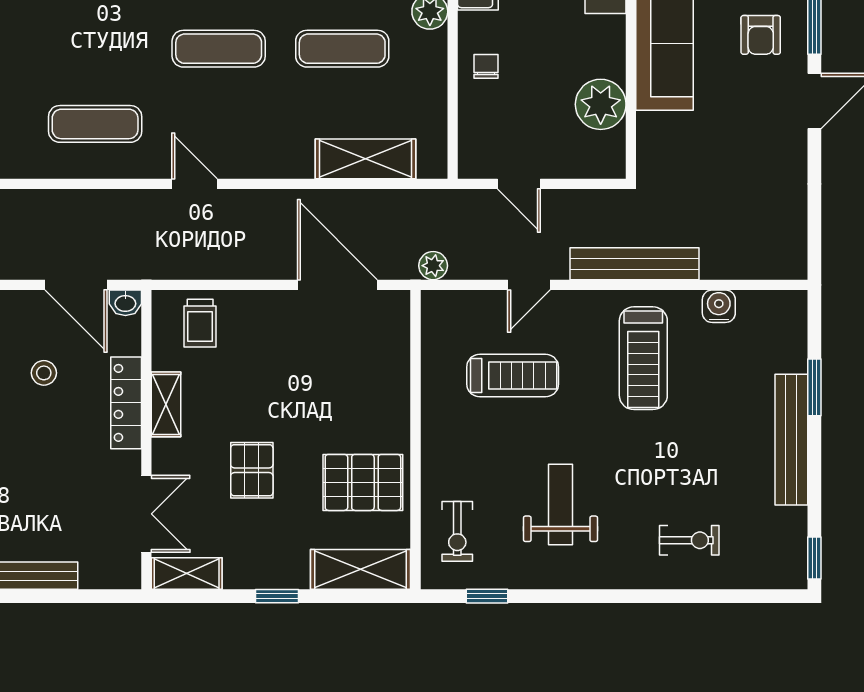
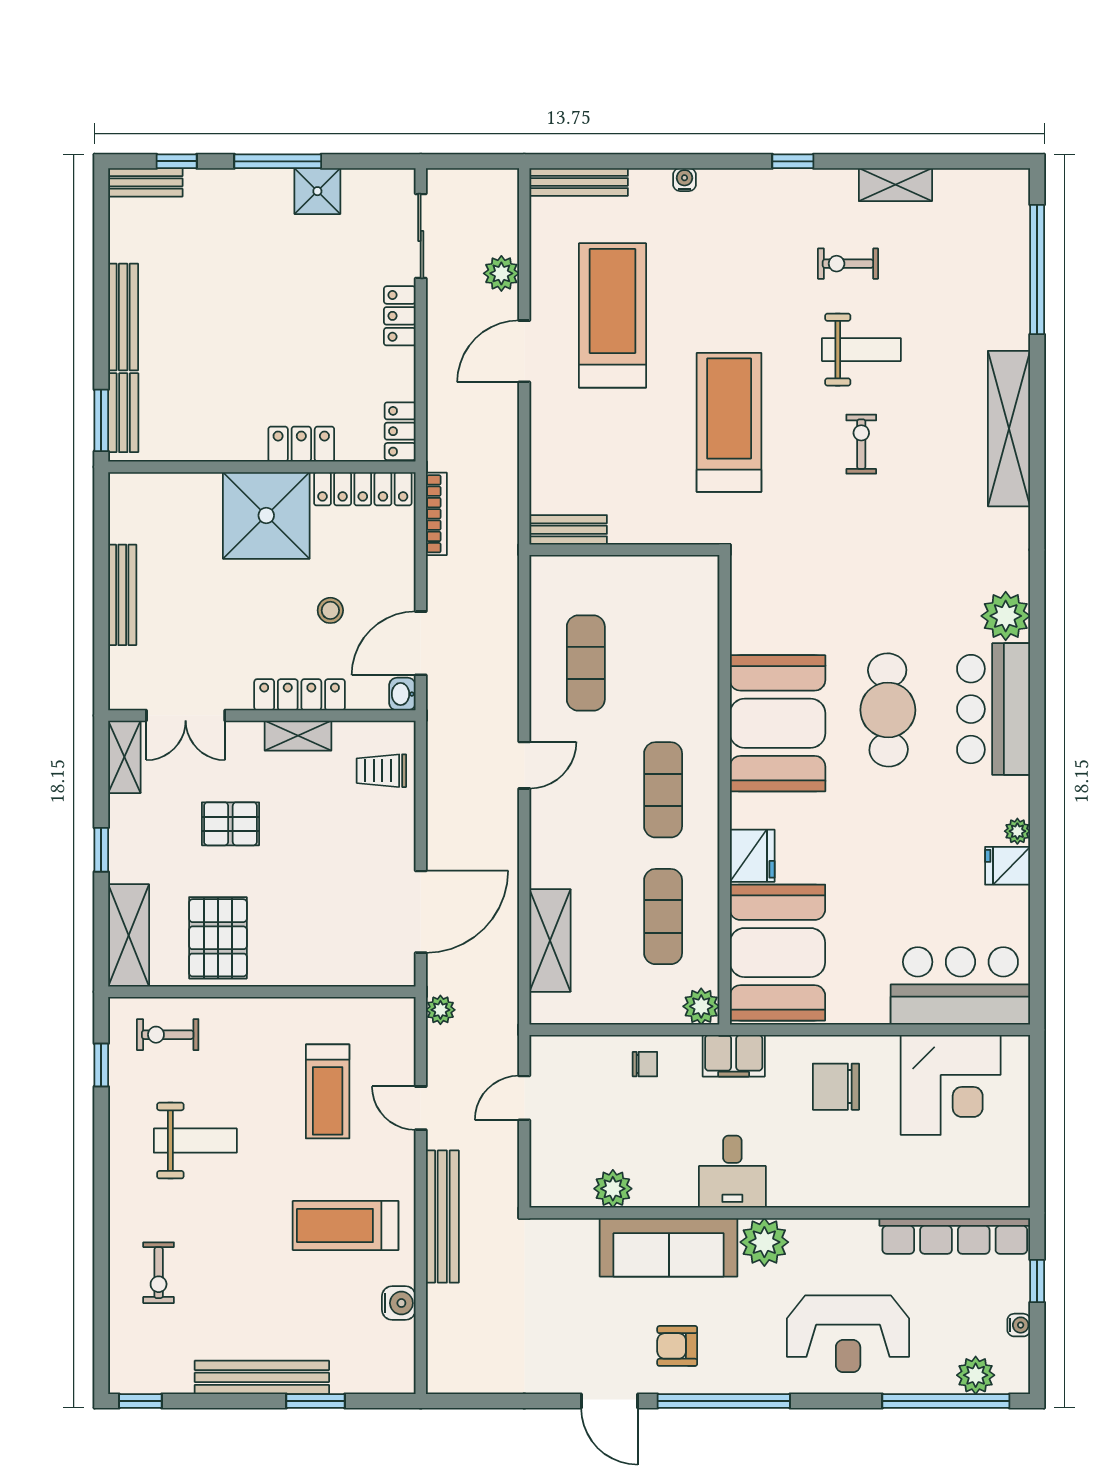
plant: (601, 104) -> (613, 1189), width x0.73, depth x0.73

